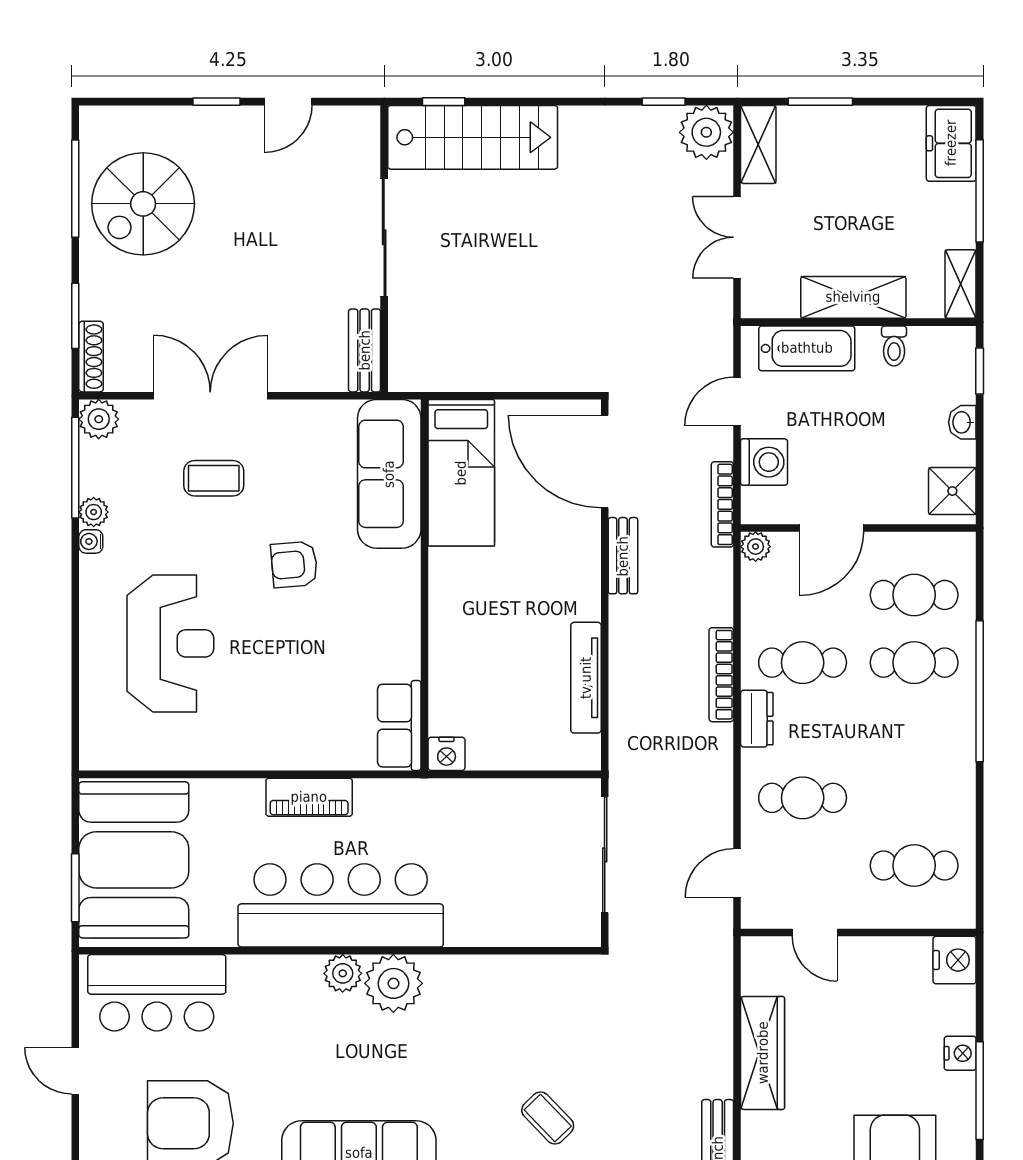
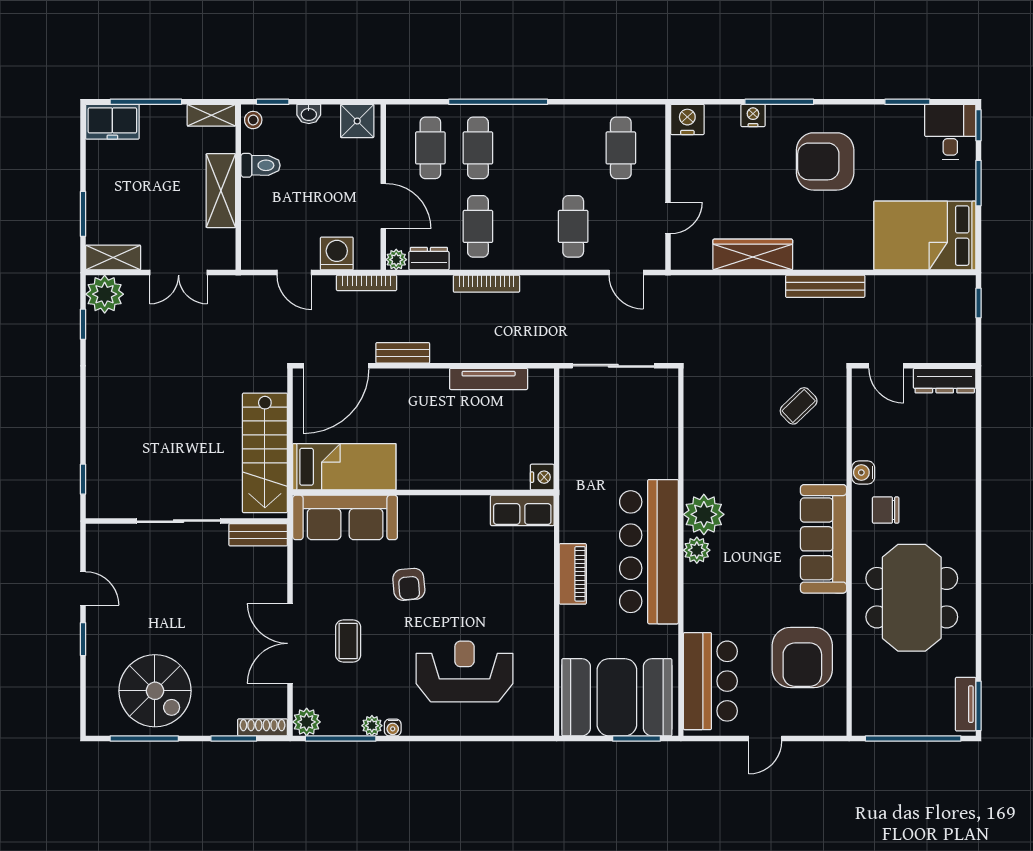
stairs: (473, 137) -> (265, 453), moved, turned 180
stool: (954, 343) -> (253, 120), added
toilet: (894, 346) -> (260, 165), width x1.37, depth x1.39
bathtub: (807, 348) -> (257, 223), removed
dresser: (757, 719) -> (429, 259), moved

